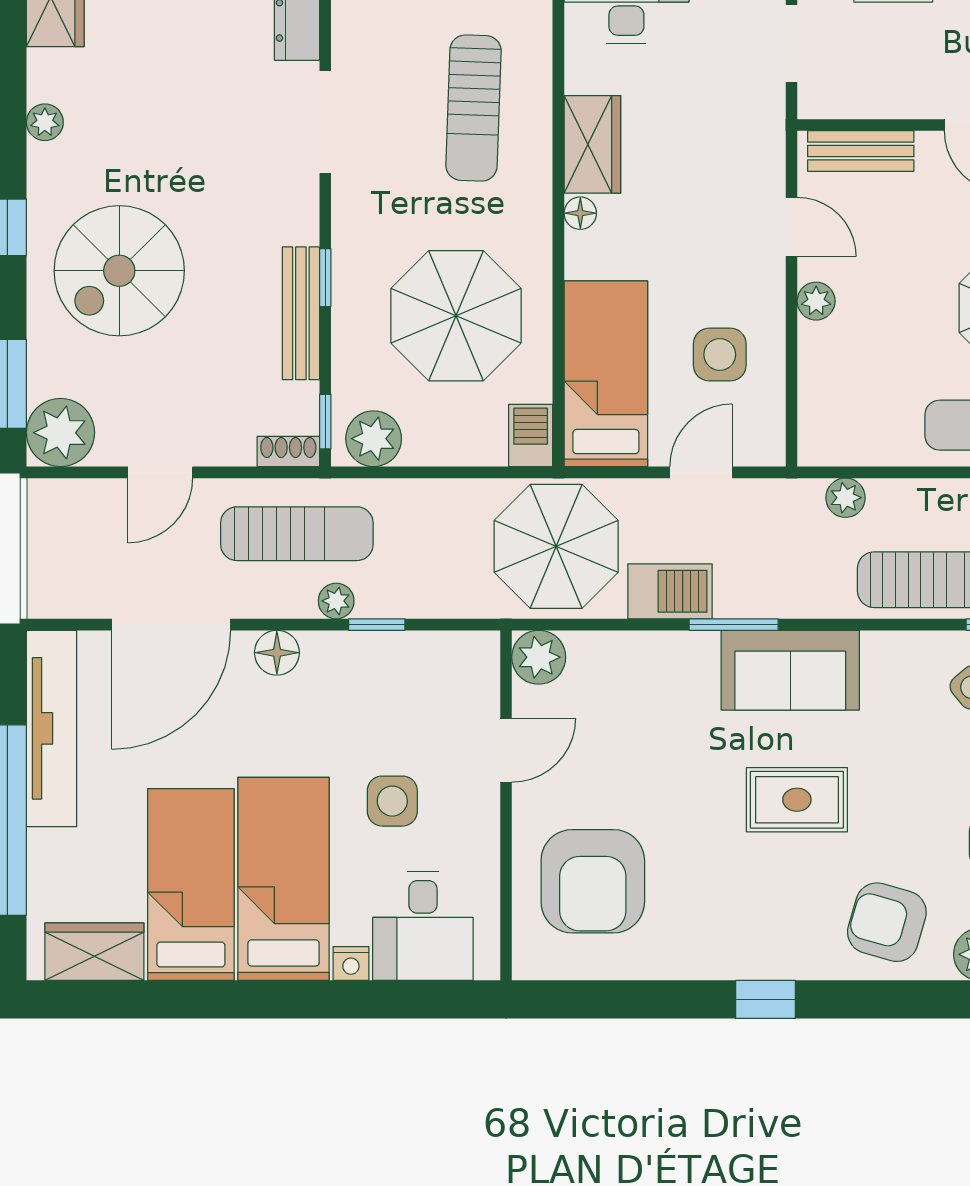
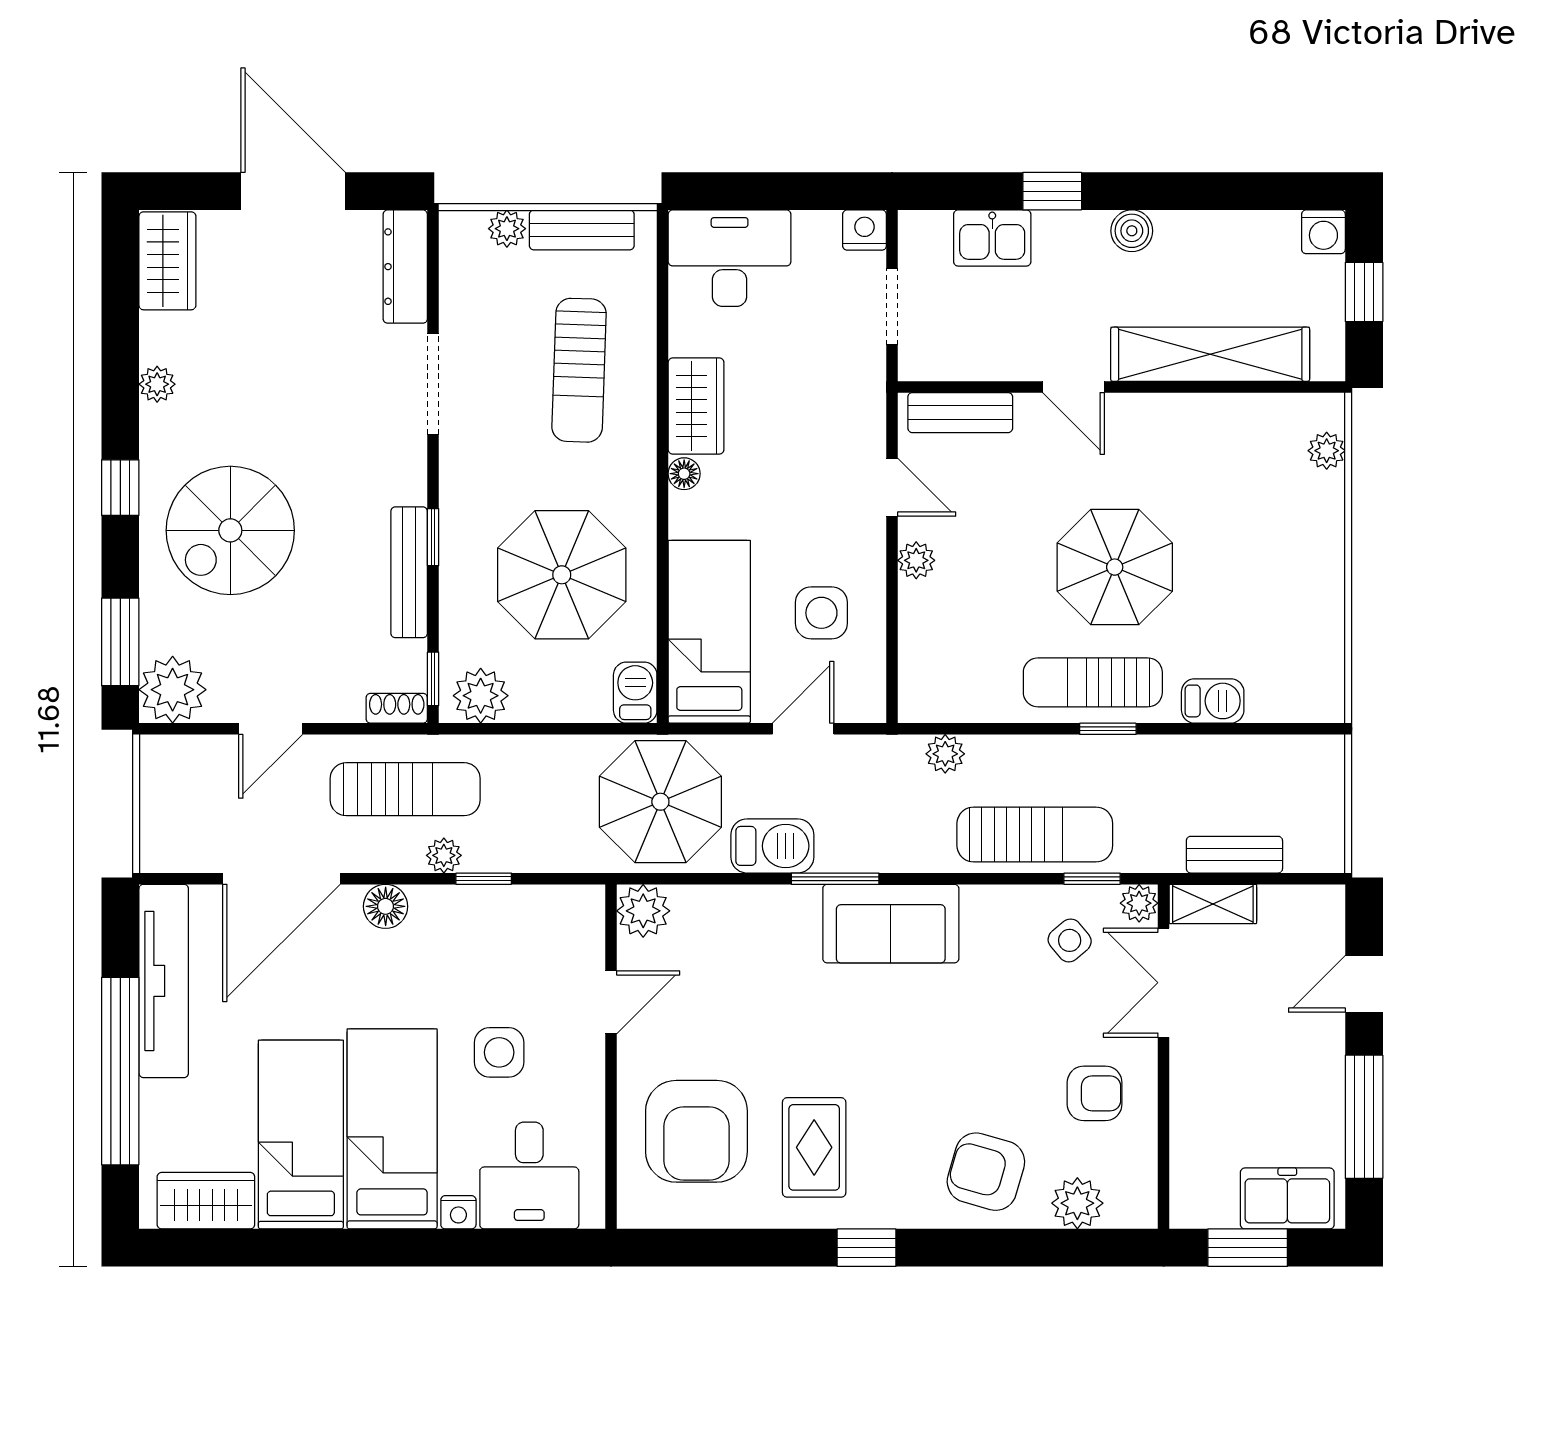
rug: (797, 800) -> (814, 1147), moved, turned 90

